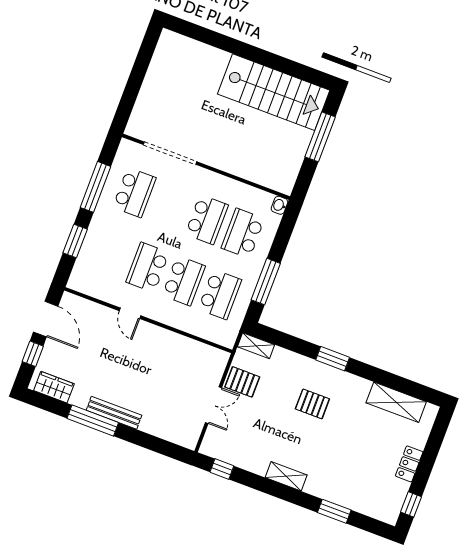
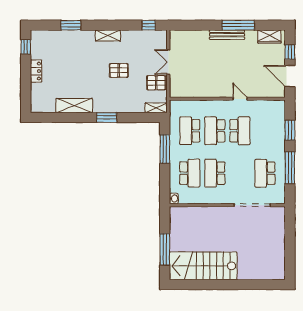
shelving: (396, 402) -> (74, 106), moved
pallet: (312, 404) -> (119, 70), moved

